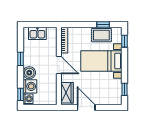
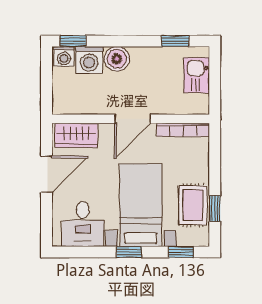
window: (21, 59) -> (175, 41), moved
desk: (111, 89) -> (83, 224), added
window: (125, 89) -> (129, 252), moved

